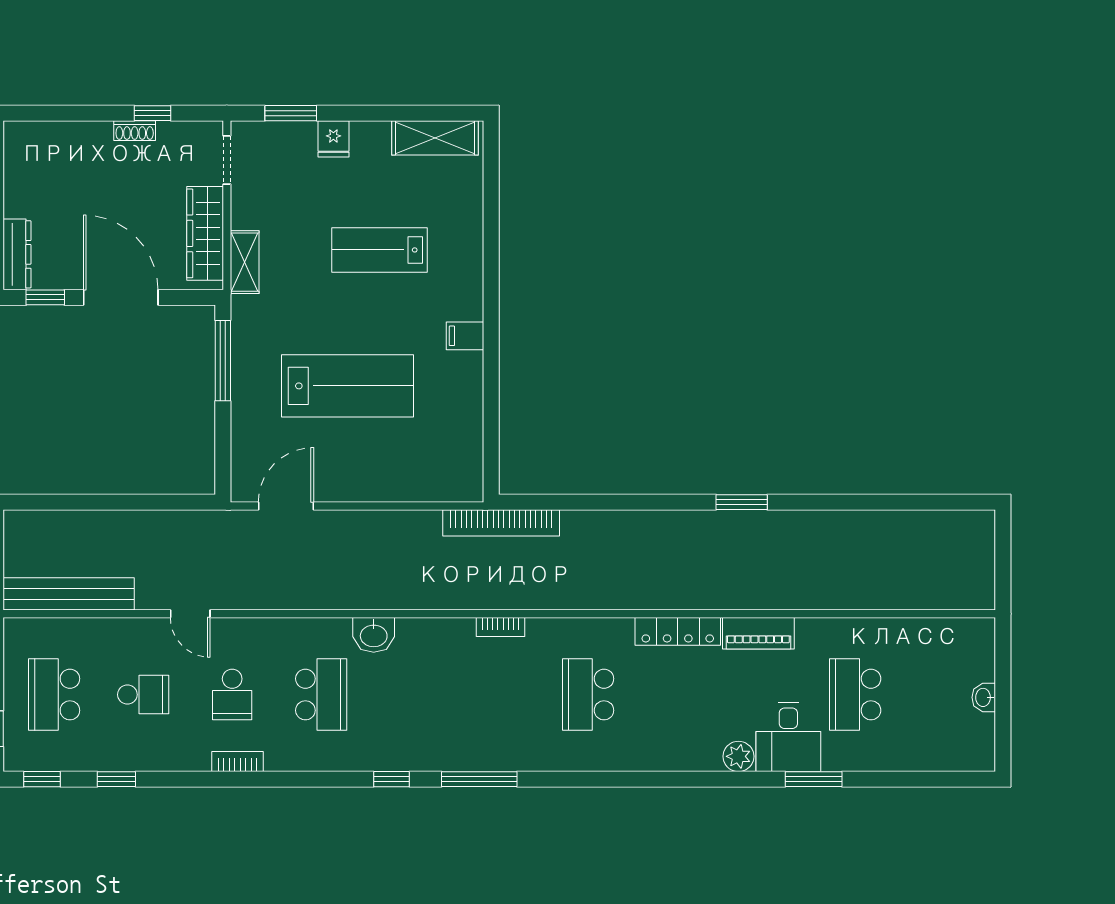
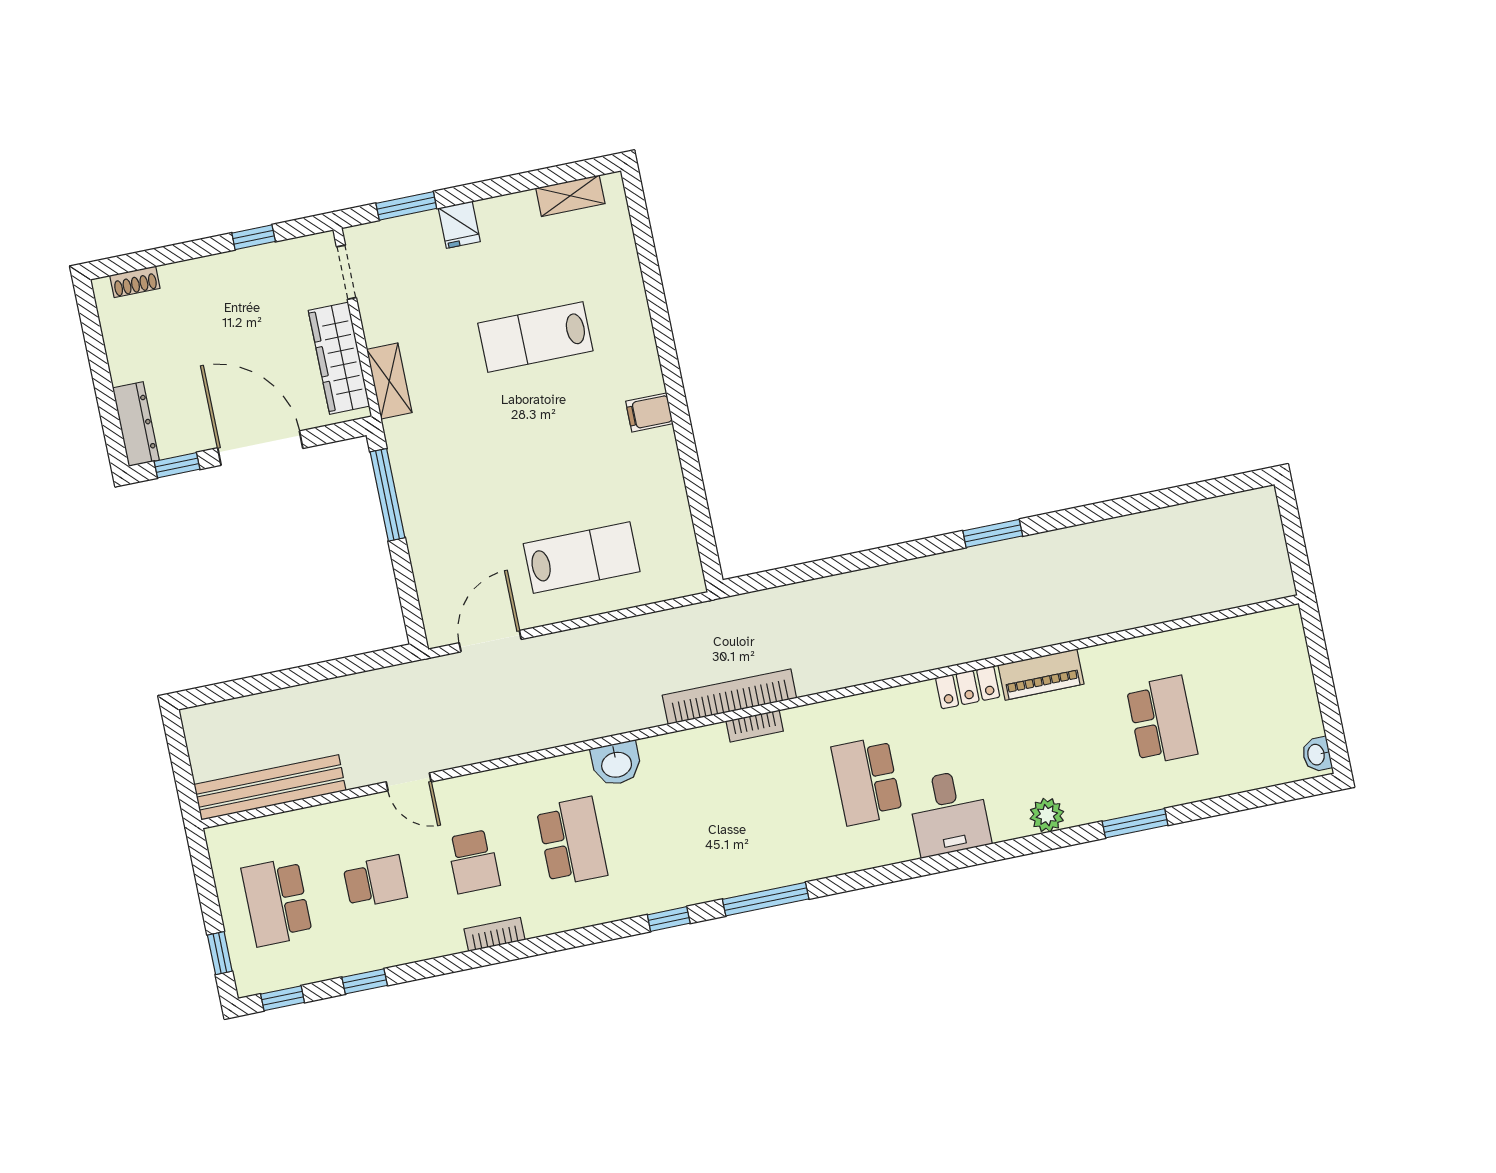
shoe rack: (135, 131) -> (135, 282), moved
shelving: (435, 138) -> (570, 196), width x0.67, depth x0.75
lab bench: (348, 386) -> (582, 558), moved, width x0.73, depth x0.72
bookcase: (501, 523) -> (729, 697), moved, turned 180
locker: (678, 631) -> (968, 687), width x0.66
school desk: (855, 695) -> (1162, 720), turned 180
washbasin: (984, 697) -> (1317, 754), moved
desk: (788, 737) -> (949, 813), moved

